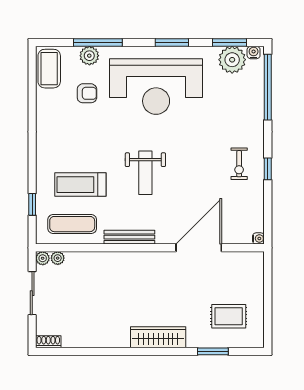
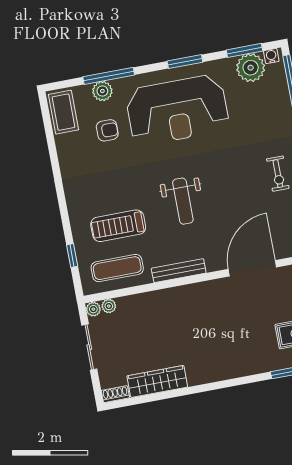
wardrobe: (158, 337) -> (157, 381), moved

